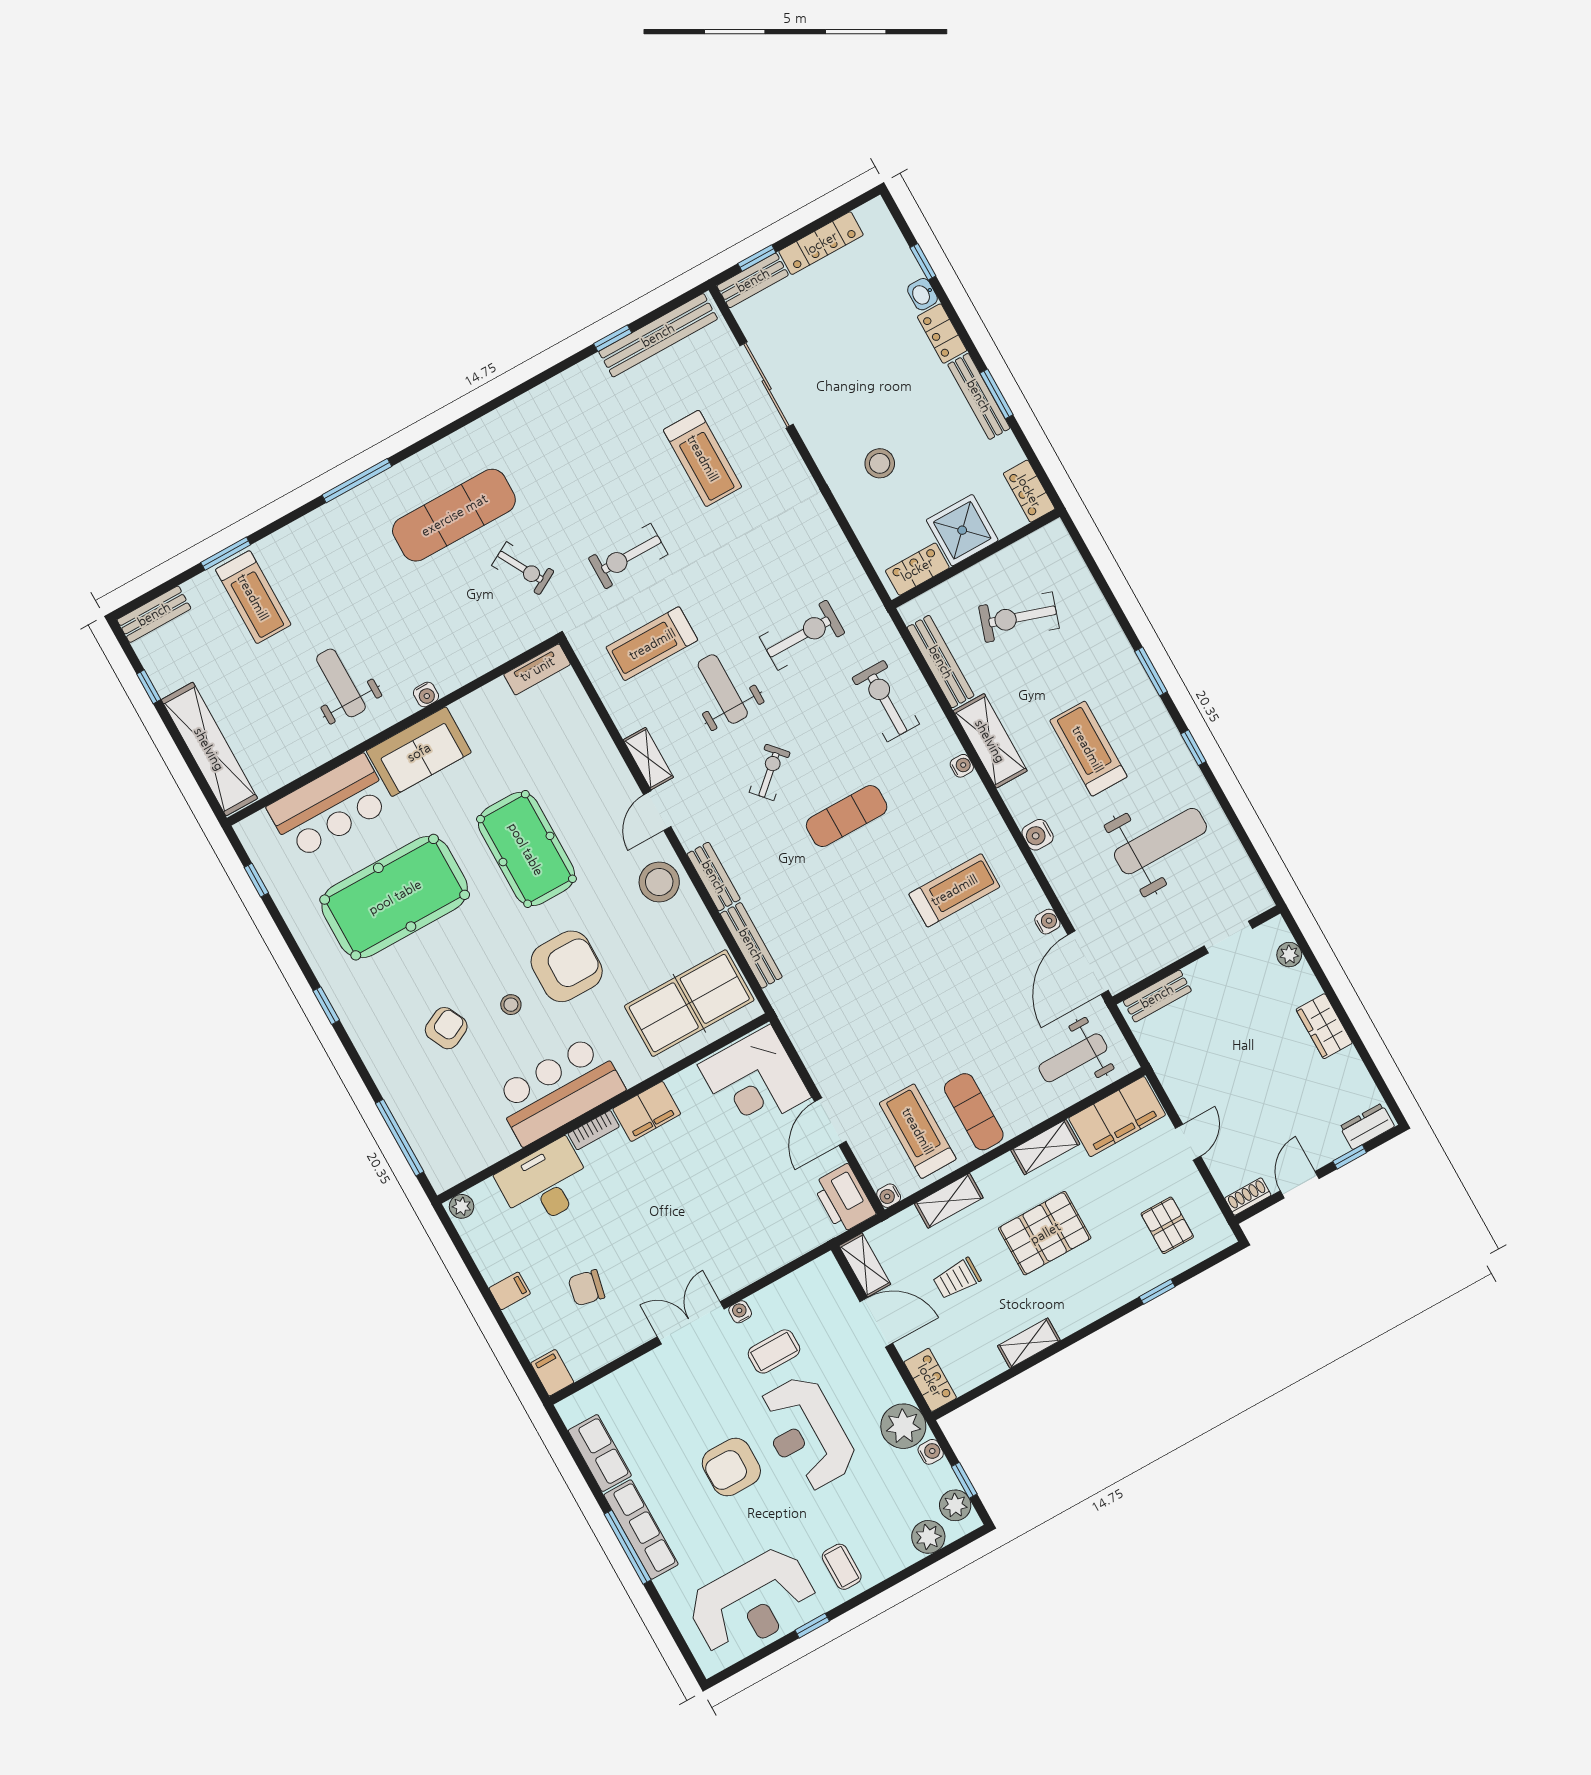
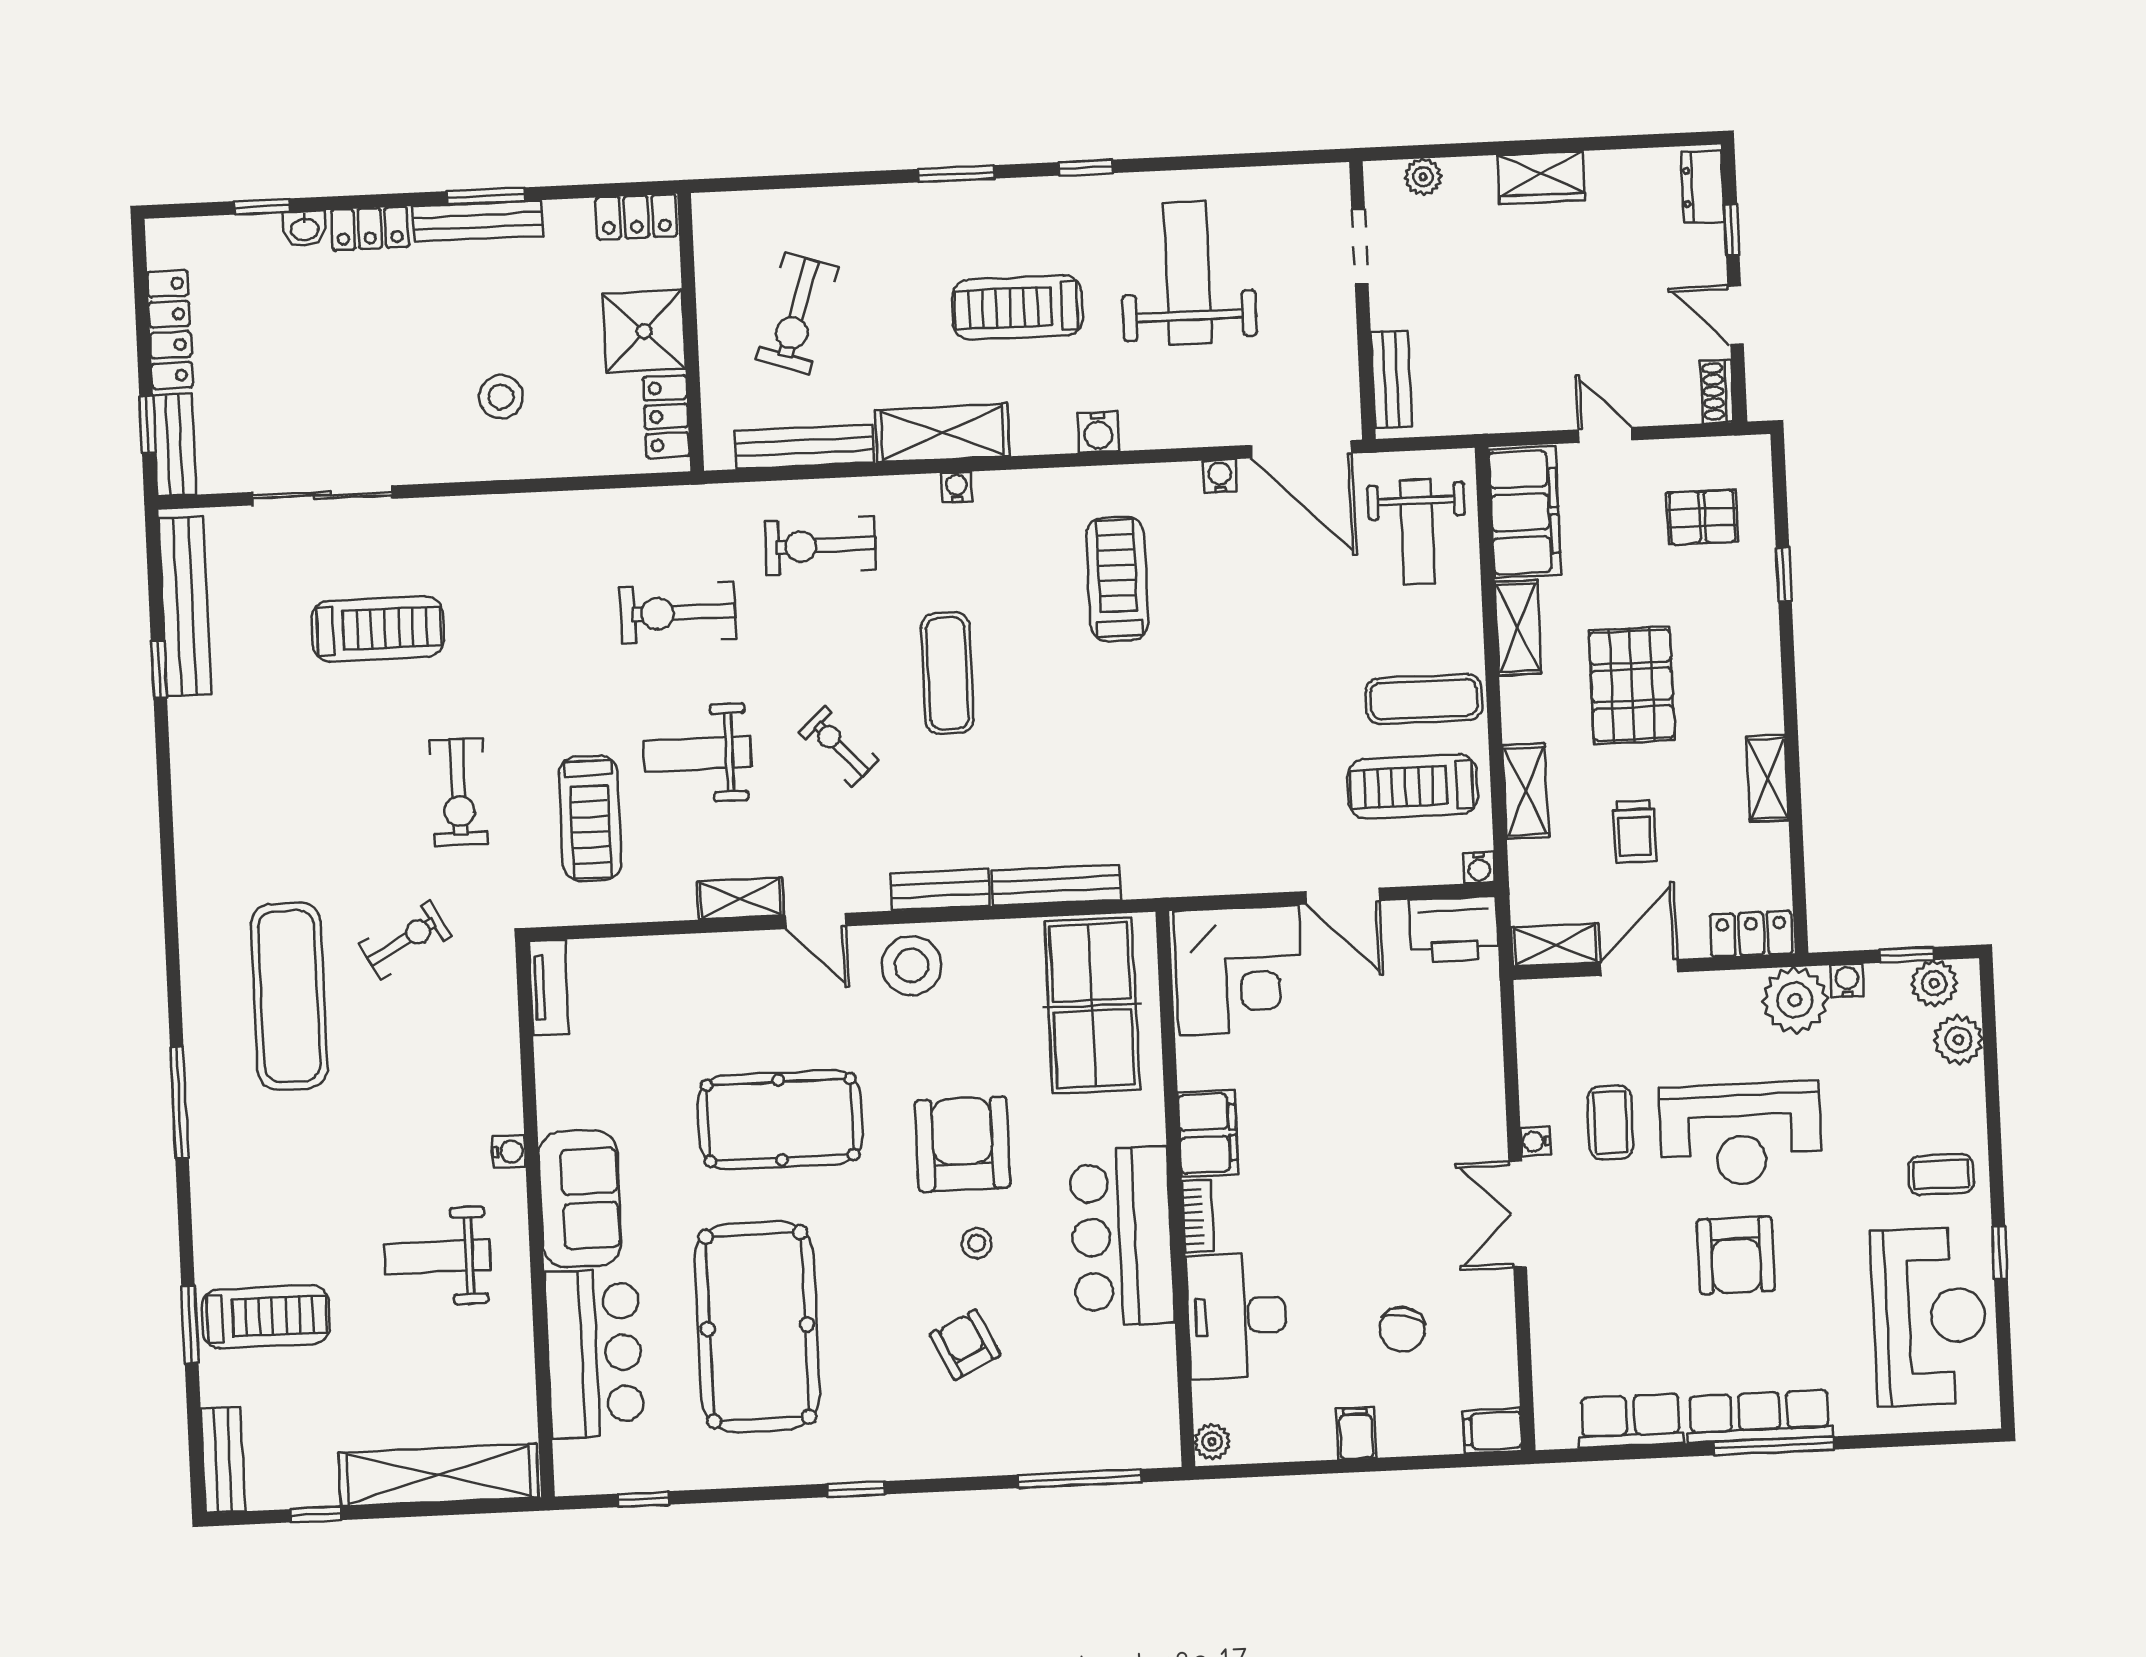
exercise bike: (802, 635) -> (678, 613), turned -90

